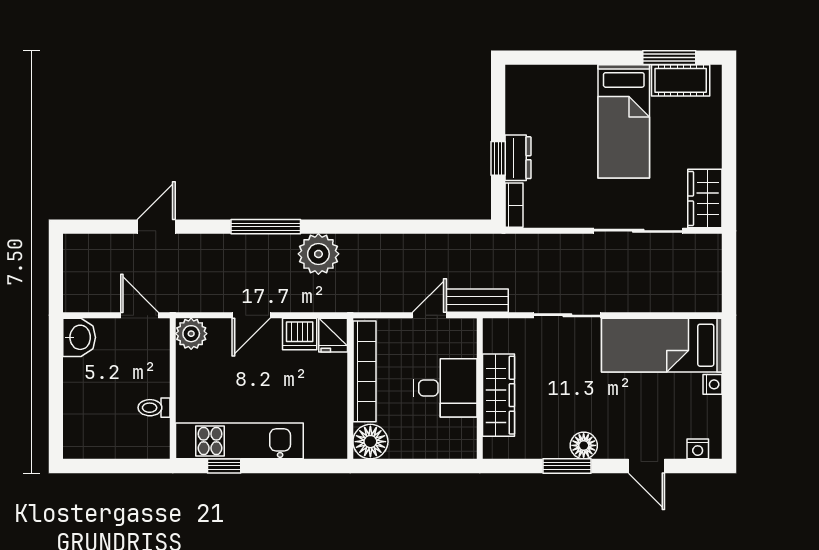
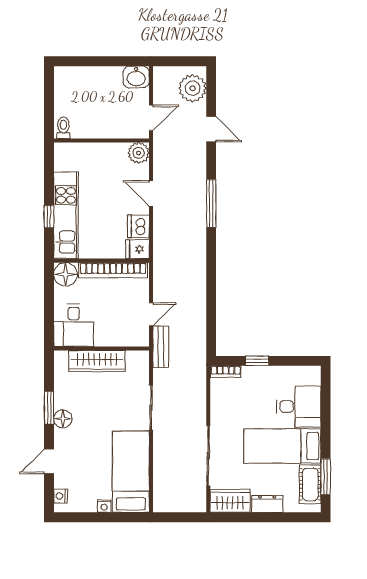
desk: (566, 97) -> (299, 407), added
dresser: (518, 158) -> (267, 504), moved, turned 180
plant: (318, 254) -> (193, 88), moved
door: (429, 315) -> (151, 314), hinge flipped
desk: (445, 388) -> (74, 325), moved
toilet: (154, 408) -> (63, 128), moved
kitchen unit: (239, 441) -> (66, 215), moved
window: (224, 466) -> (49, 217), moved

